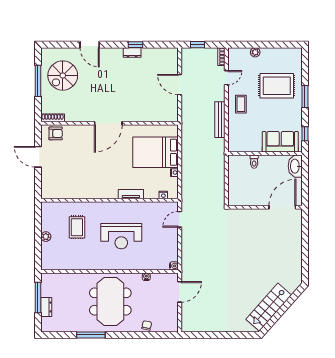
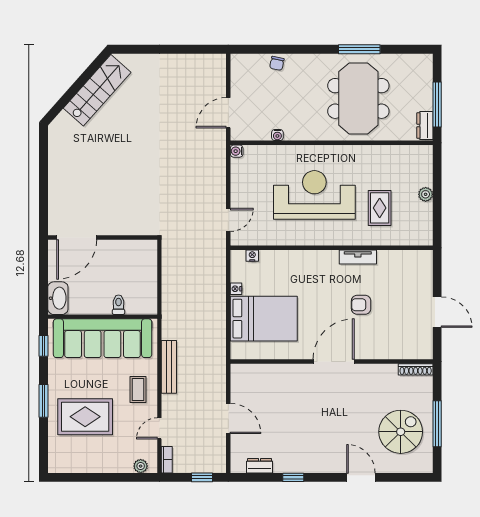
dresser: (132, 52) -> (260, 466), moved
plant: (255, 52) -> (141, 466), moved
armchair: (56, 133) -> (361, 305), moved
sofa: (280, 142) -> (103, 338), width x1.85, depth x1.27
tv unit: (131, 194) -> (358, 257), moved
reception desk: (121, 236) -> (314, 195), width x1.36, depth x1.30
meeting table: (110, 302) -> (358, 98), moved
dresser: (46, 307) -> (425, 125), moved

